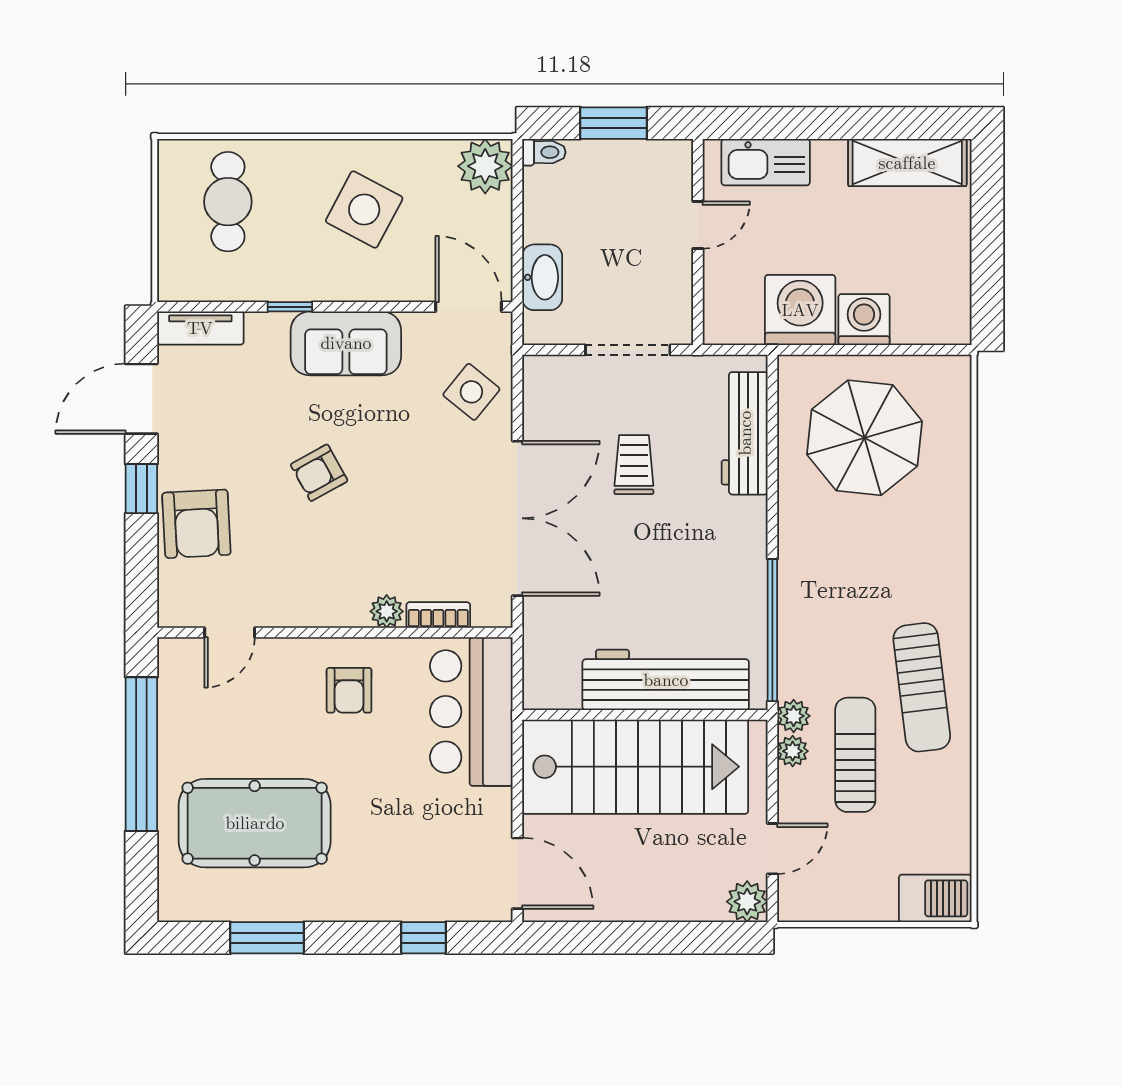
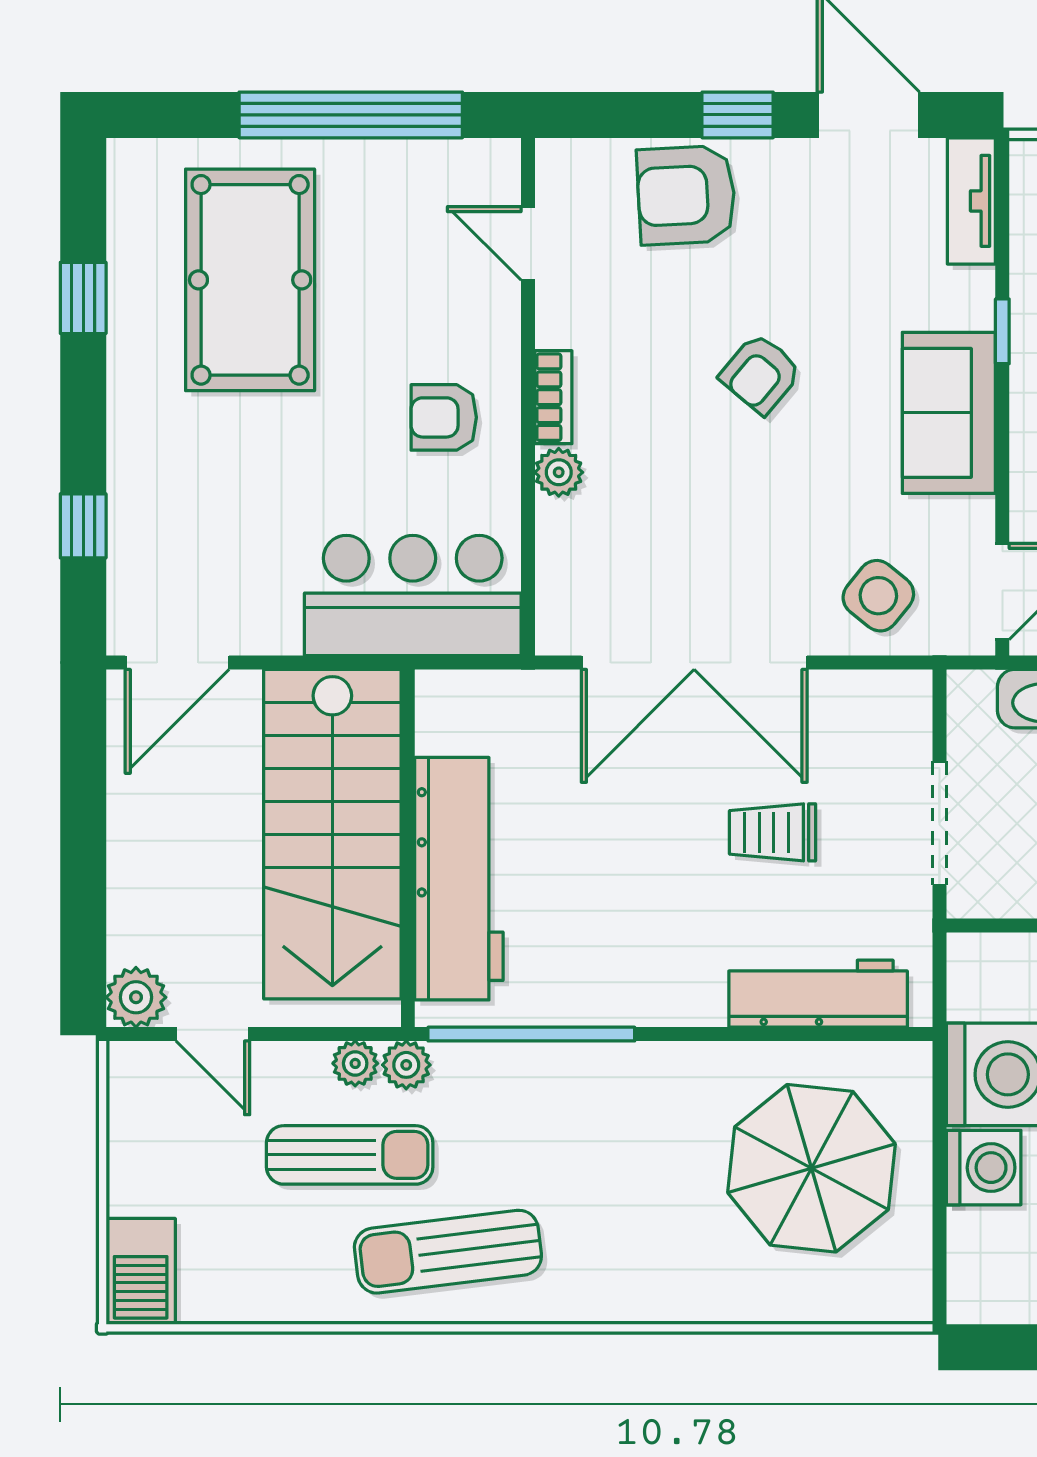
trolley: (634, 465) -> (772, 832), turned 180
armchair: (319, 473) -> (761, 374), turned -111
bookcase: (438, 615) -> (553, 397), moved
window: (267, 938) -> (83, 298), width x0.67

